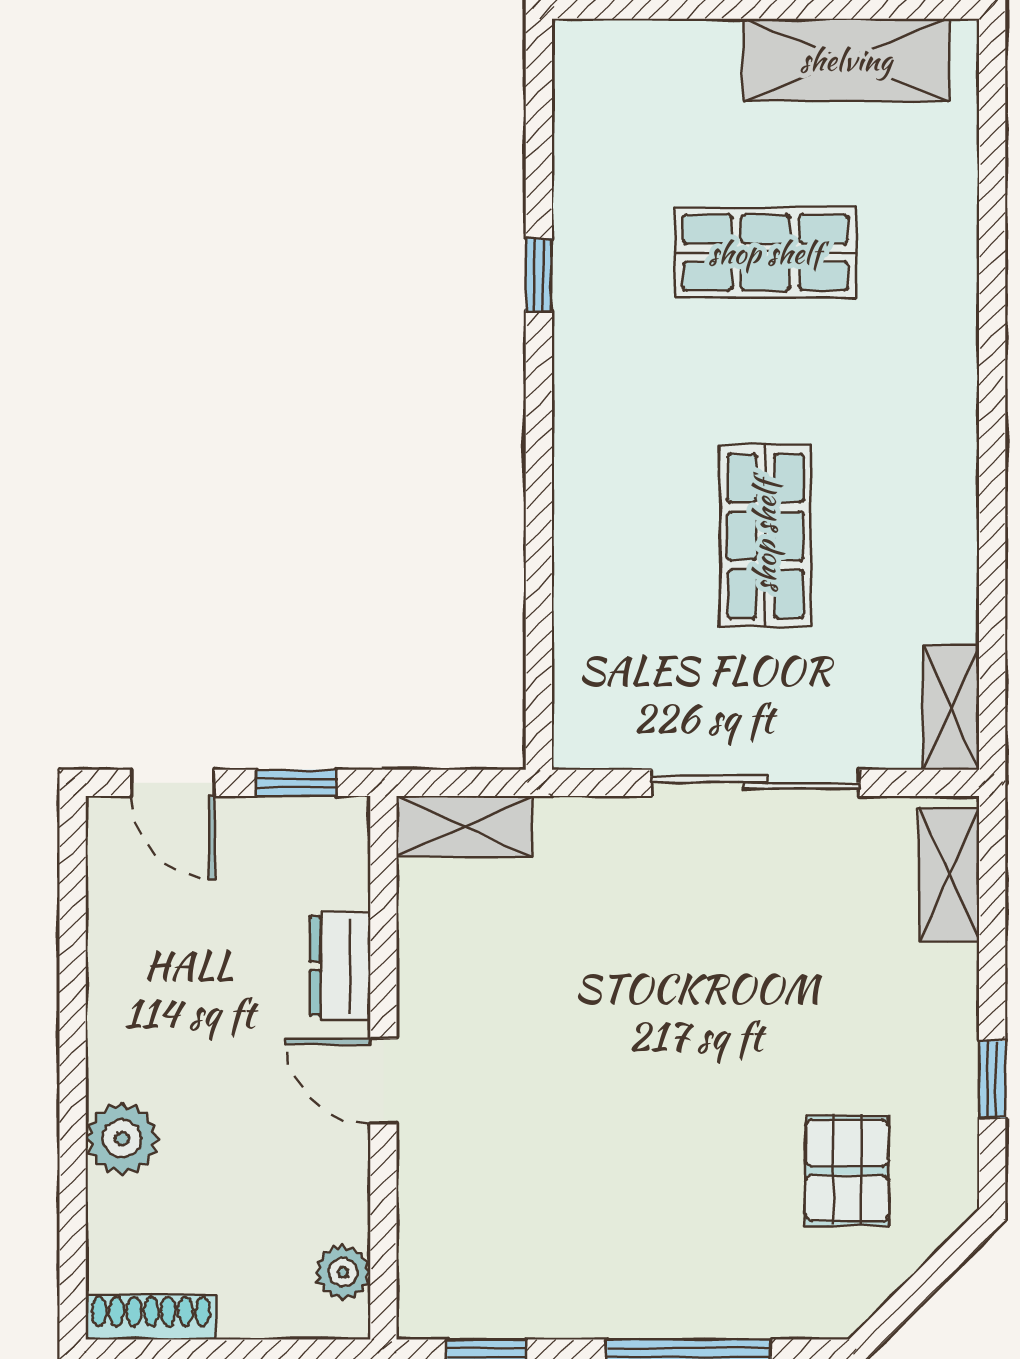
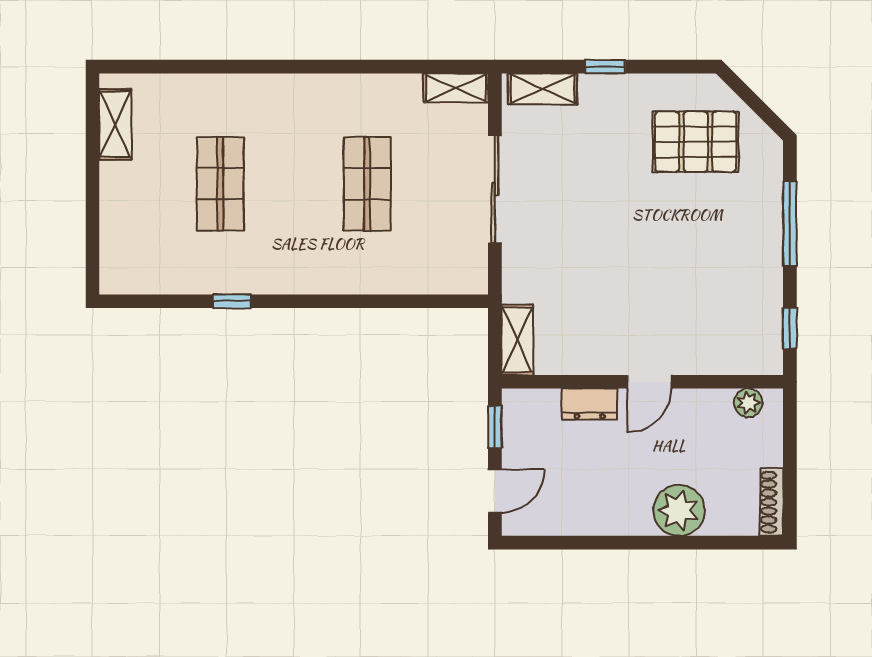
shelving: (846, 60) -> (115, 124), width x0.67, depth x0.75
shop shelf: (765, 536) -> (367, 184), turned 90
window: (992, 1079) -> (605, 67), moved
plant: (122, 1138) -> (679, 510), width x1.36, depth x1.36
pallet: (847, 1171) -> (696, 142), width x1.50, depth x1.42

